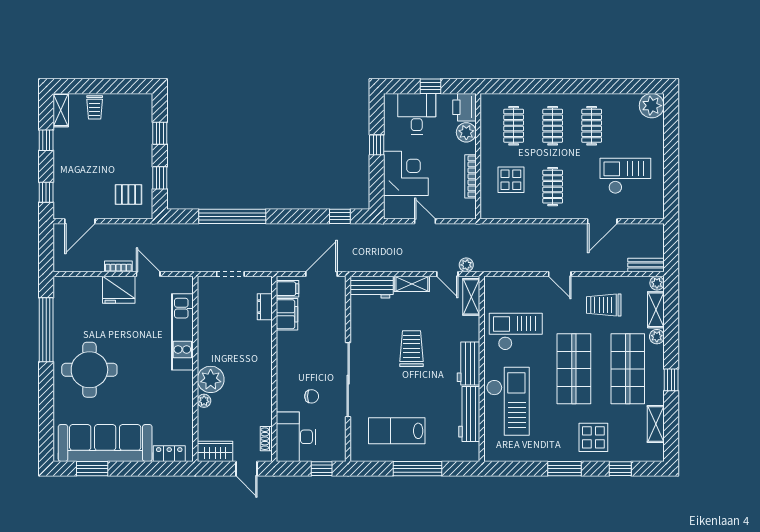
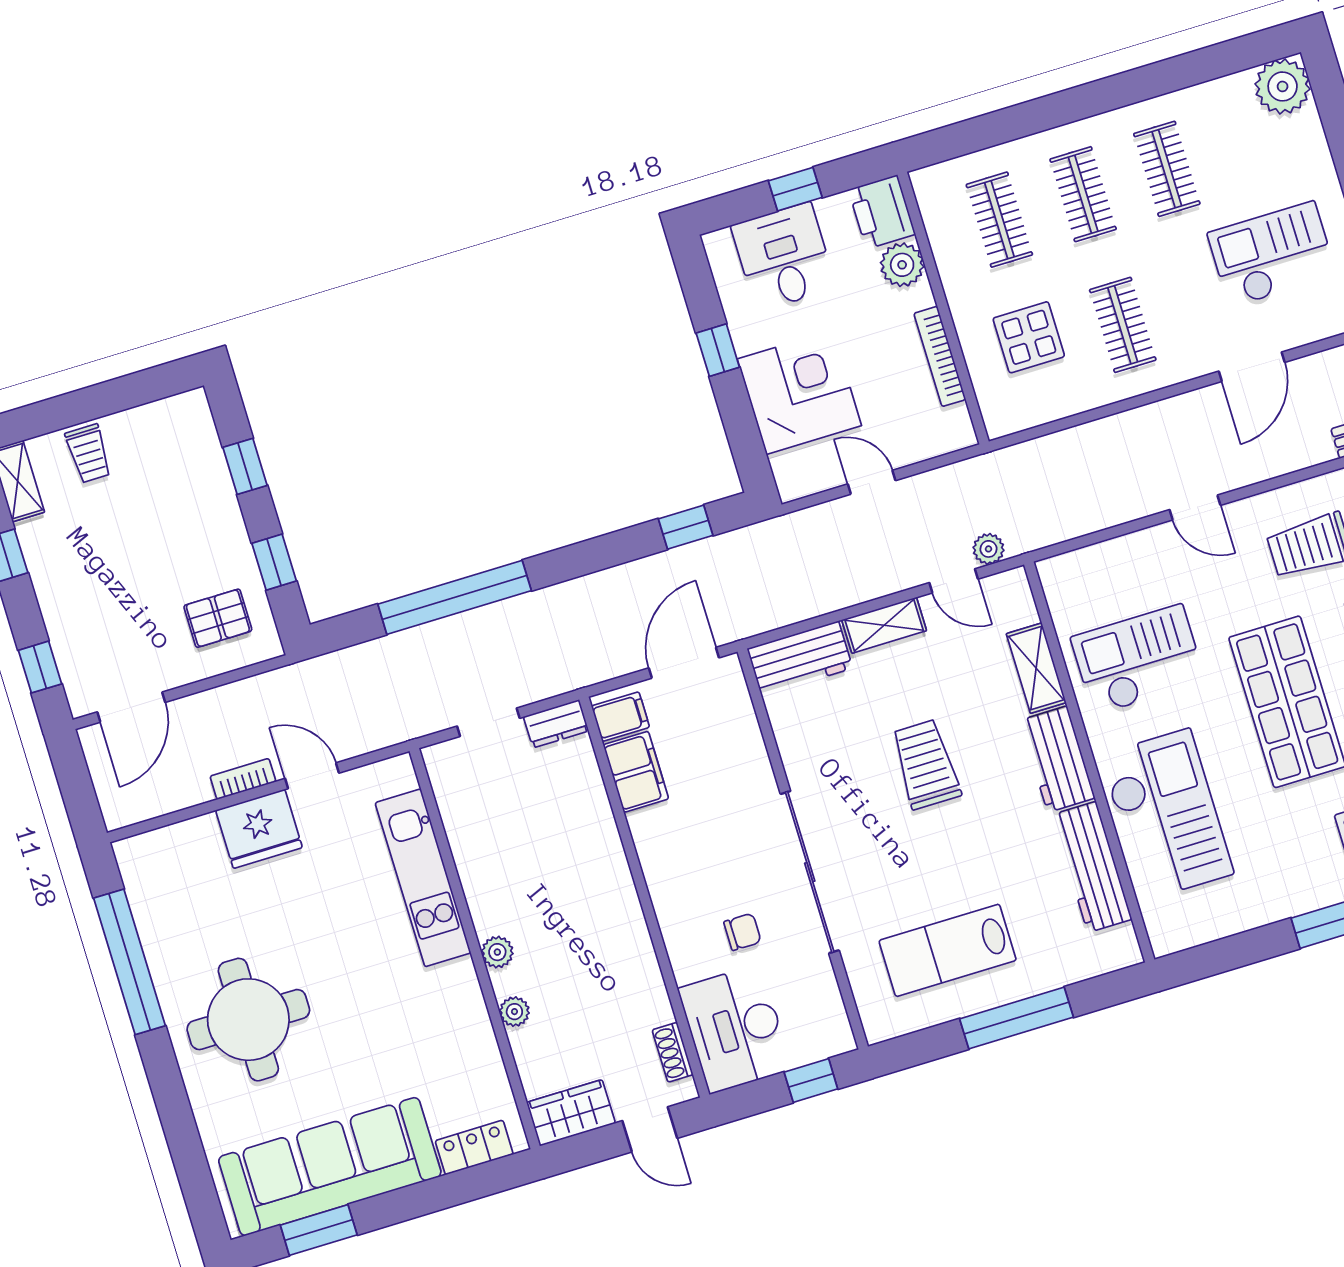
shelving: (471, 297) -> (1036, 668), moved
dresser: (265, 307) -> (556, 724), moved, turned -90
plant: (211, 379) -> (497, 952), width x0.53, depth x0.53

